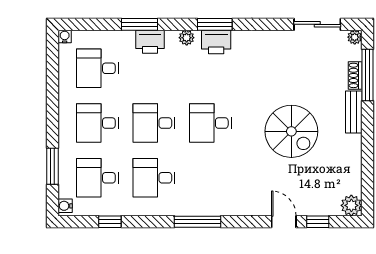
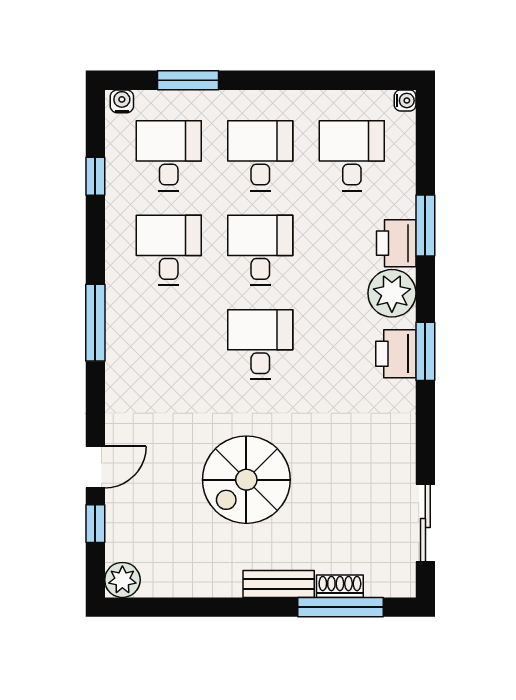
plant: (355, 37) -> (404, 586), removed
plant: (187, 38) -> (392, 293), width x1.88, depth x1.88

